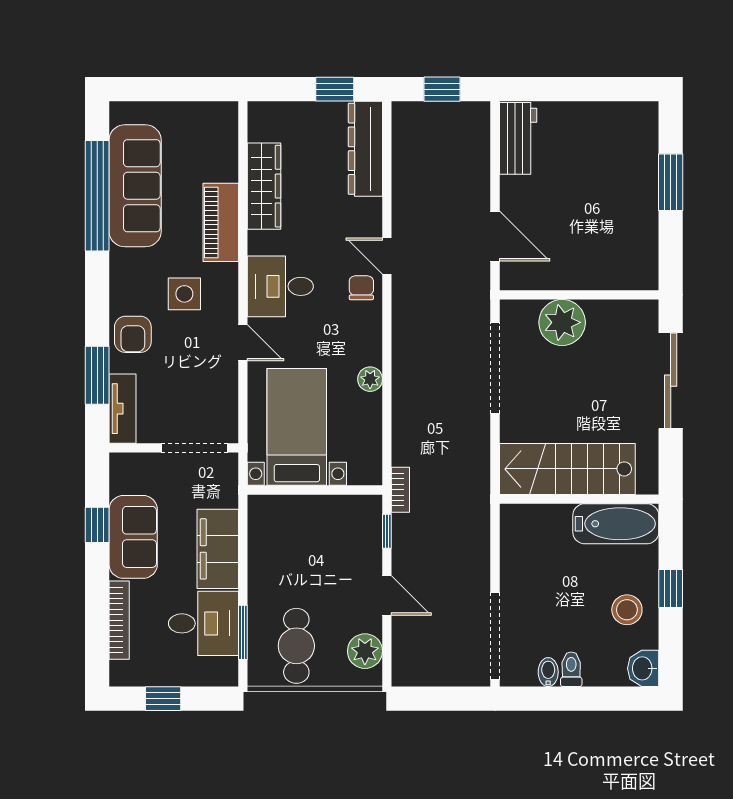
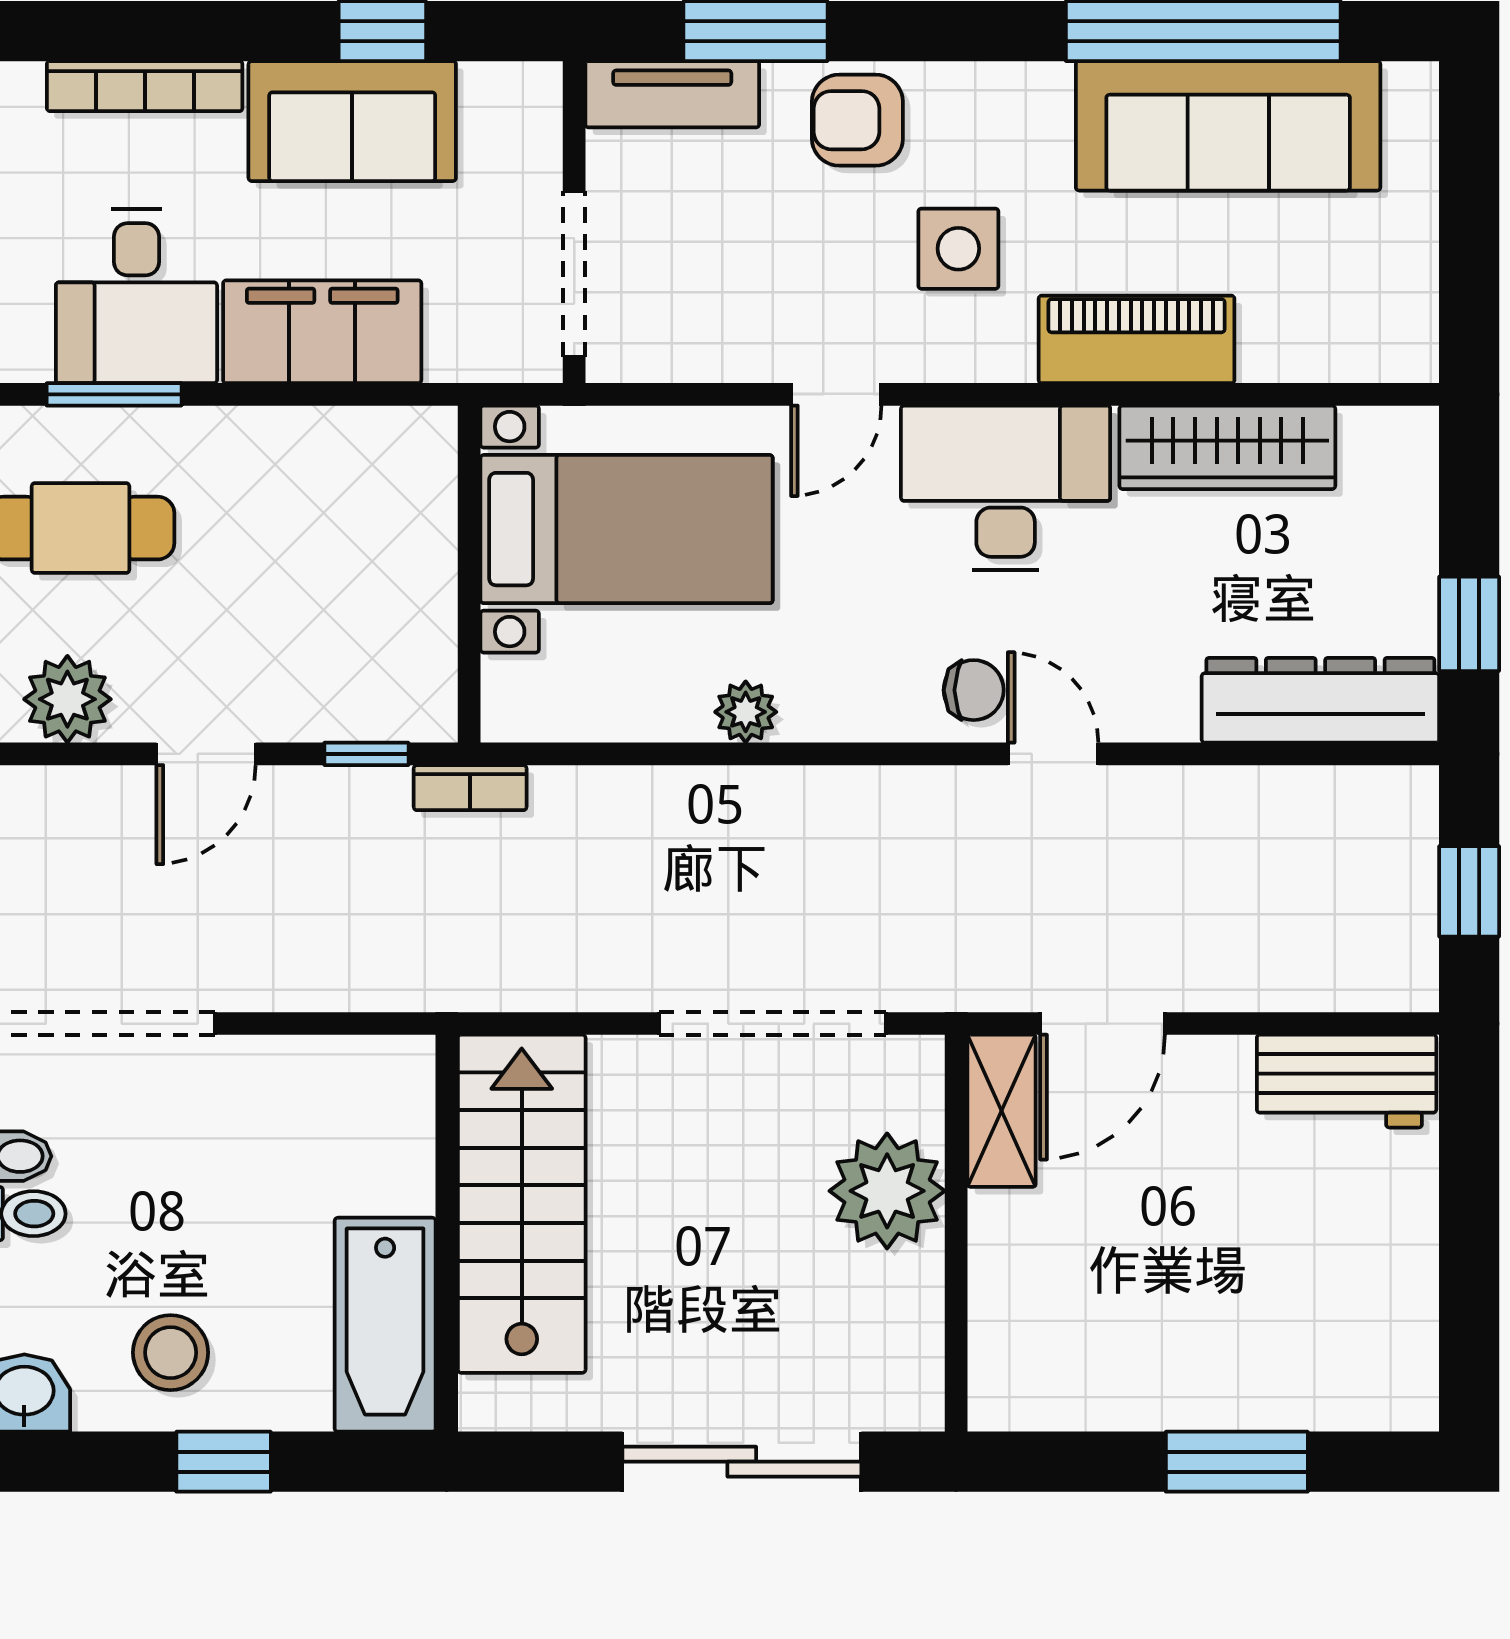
door: (387, 256) -> (1053, 754), hinge flipped
shelving: (530, 277) -> (1002, 1111), added
desk: (280, 286) -> (1006, 488), width x1.37

